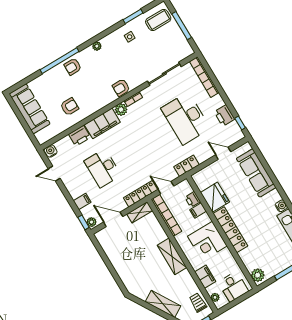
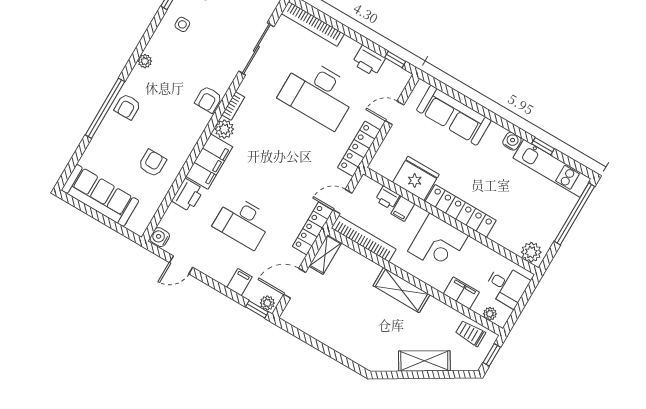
locker: (187, 166) -> (359, 149), width x1.53

